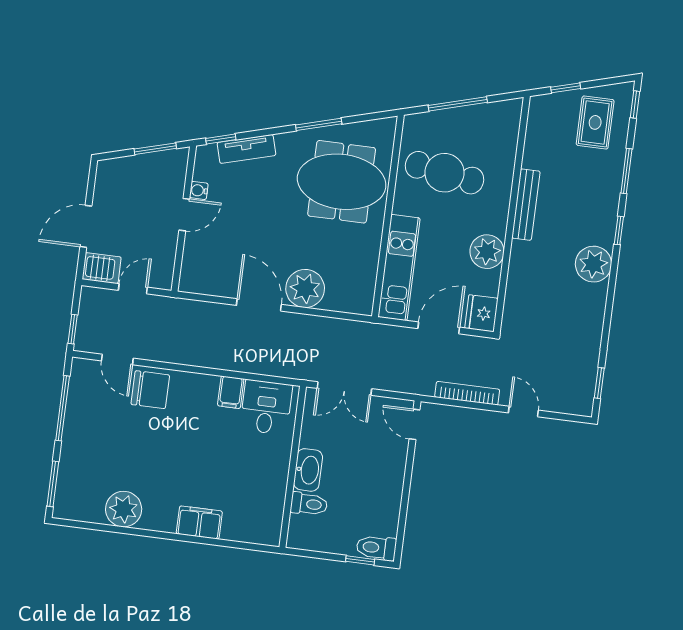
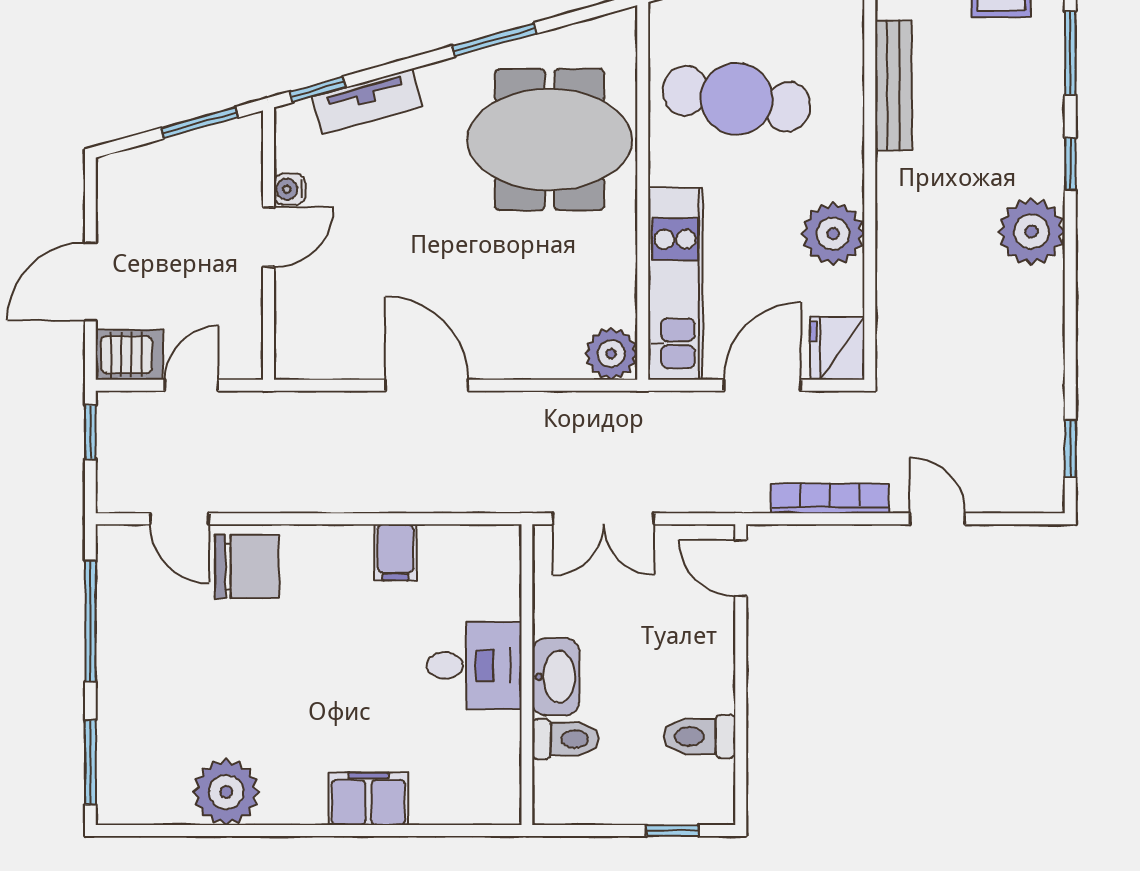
bench: (526, 205) -> (893, 86), moved
plant: (305, 288) -> (611, 354), moved, width x0.73, depth x0.73
window: (73, 329) -> (90, 432), moved
desk: (266, 407) -> (474, 666), moved, turned 90
toilet: (376, 548) -> (699, 736), moved

